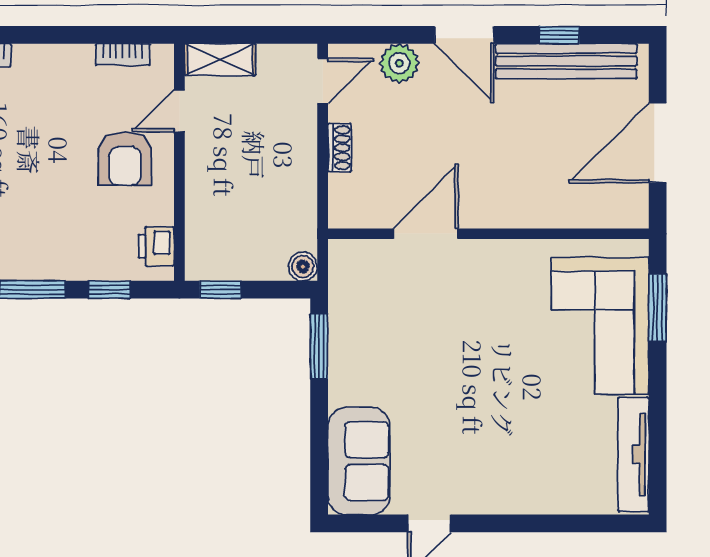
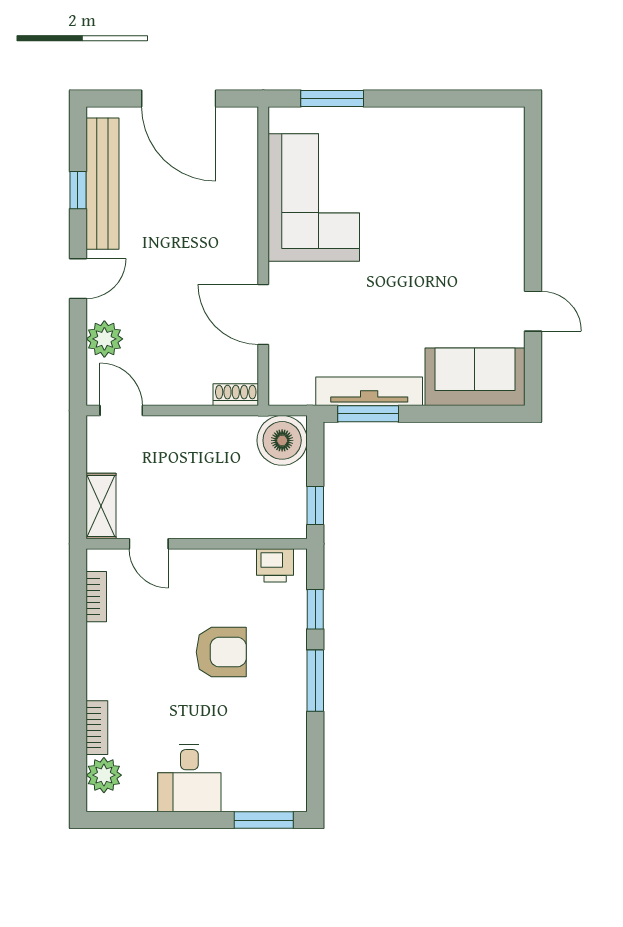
door: (464, 35) -> (78, 279), width x0.73
shoe rack: (340, 148) -> (236, 395), moved
armchair: (125, 159) -> (221, 652), moved
boiler: (303, 266) -> (282, 440), width x1.86, depth x1.86
corner sofa: (600, 326) -> (314, 197), moved, turned -90
tv unit: (633, 454) -> (369, 391), moved, turned 180

